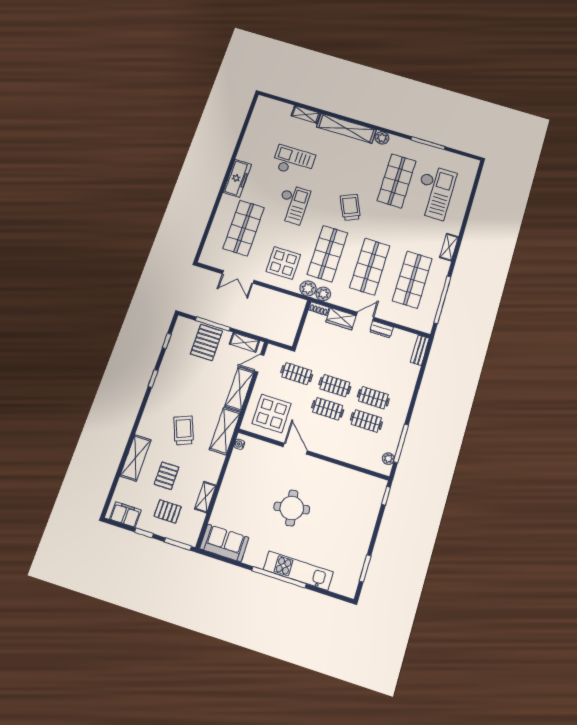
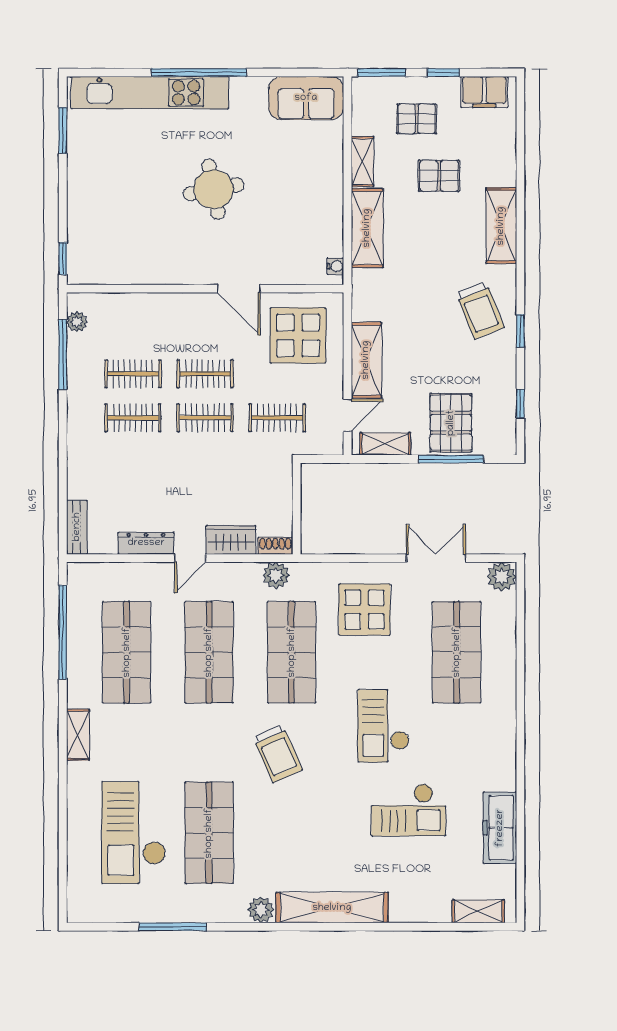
shelving: (306, 114) -> (478, 911), moved
freezer: (237, 178) -> (500, 828), moved
plant: (308, 288) -> (502, 577), moved
dresser: (381, 329) -> (146, 543), width x1.44
trolley: (184, 430) -> (480, 310), moved
shelving: (225, 431) -> (367, 228), moved
shelving: (136, 458) -> (501, 226), moved
pallet: (167, 476) -> (439, 176), turned 90
kitchen unit: (298, 571) -> (150, 93), width x1.36

